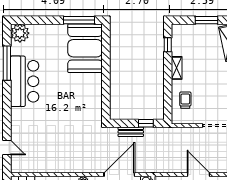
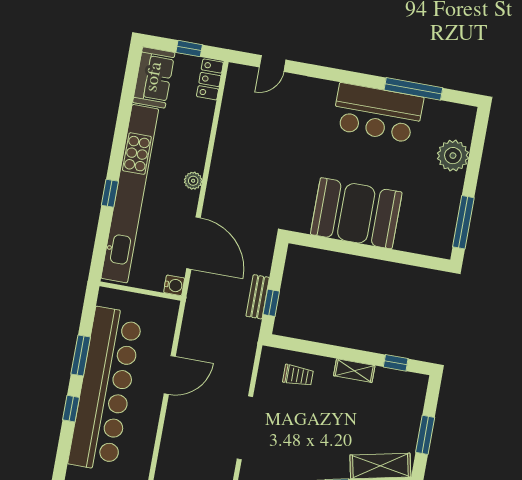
plant: (20, 33) -> (453, 156), moved
booth: (85, 48) -> (356, 213), moved
bench: (131, 132) -> (258, 297), moved

